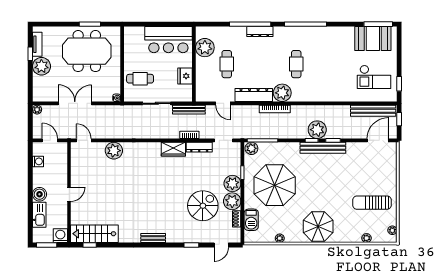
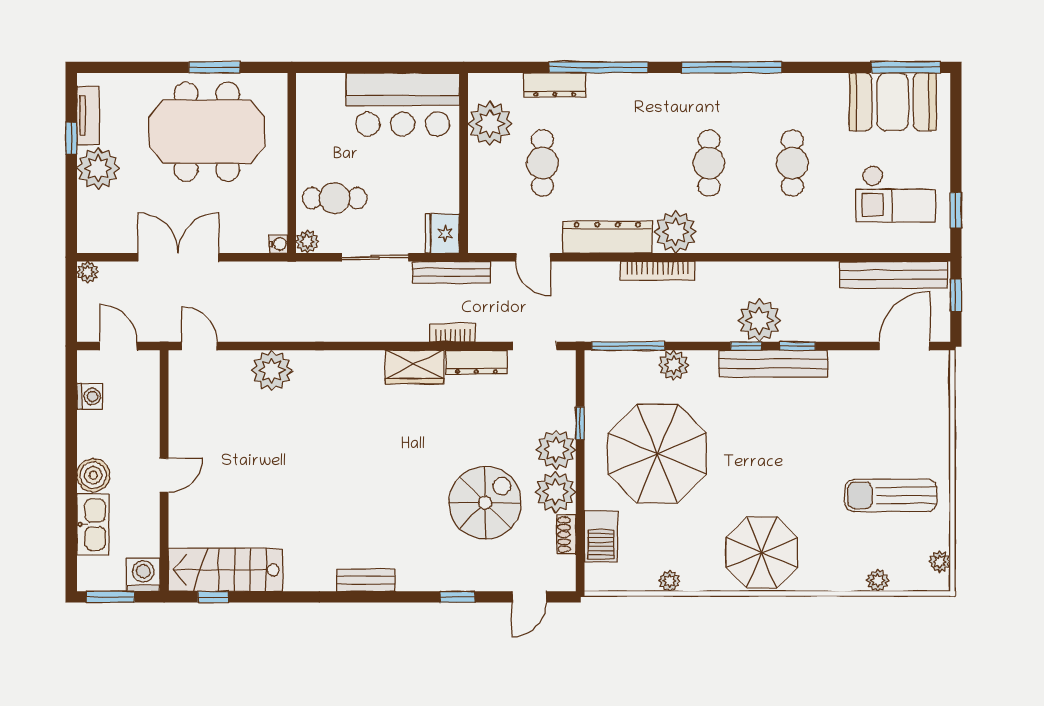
dresser: (260, 32) -> (555, 85), moved
cafe table: (331, 64) -> (792, 163), added
fridge: (185, 76) -> (443, 233), moved
plant: (129, 97) -> (307, 242), added
plant: (251, 148) -> (674, 365), moved

